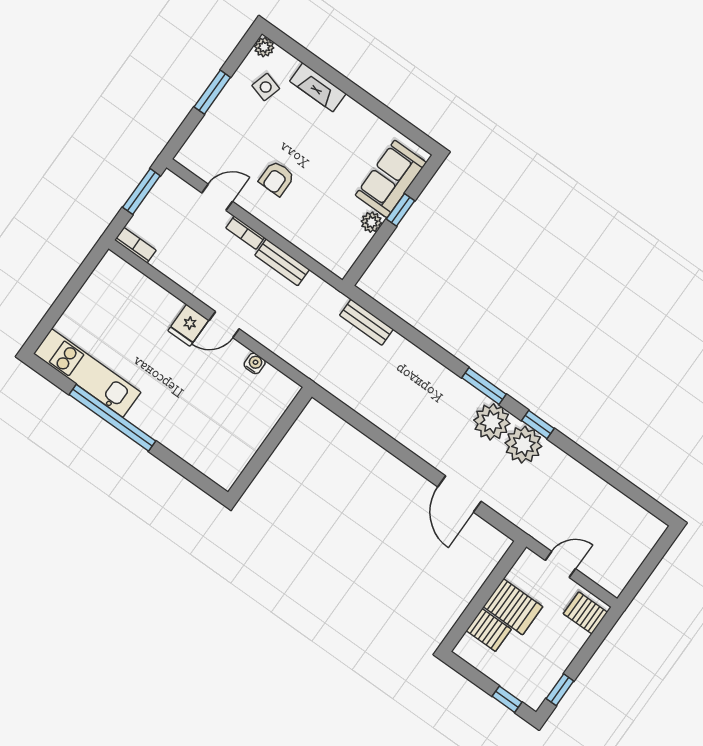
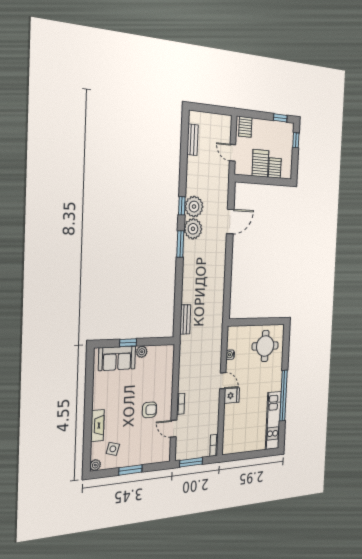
bench: (282, 262) -> (193, 140), moved
round table: (220, 435) -> (265, 346), added

